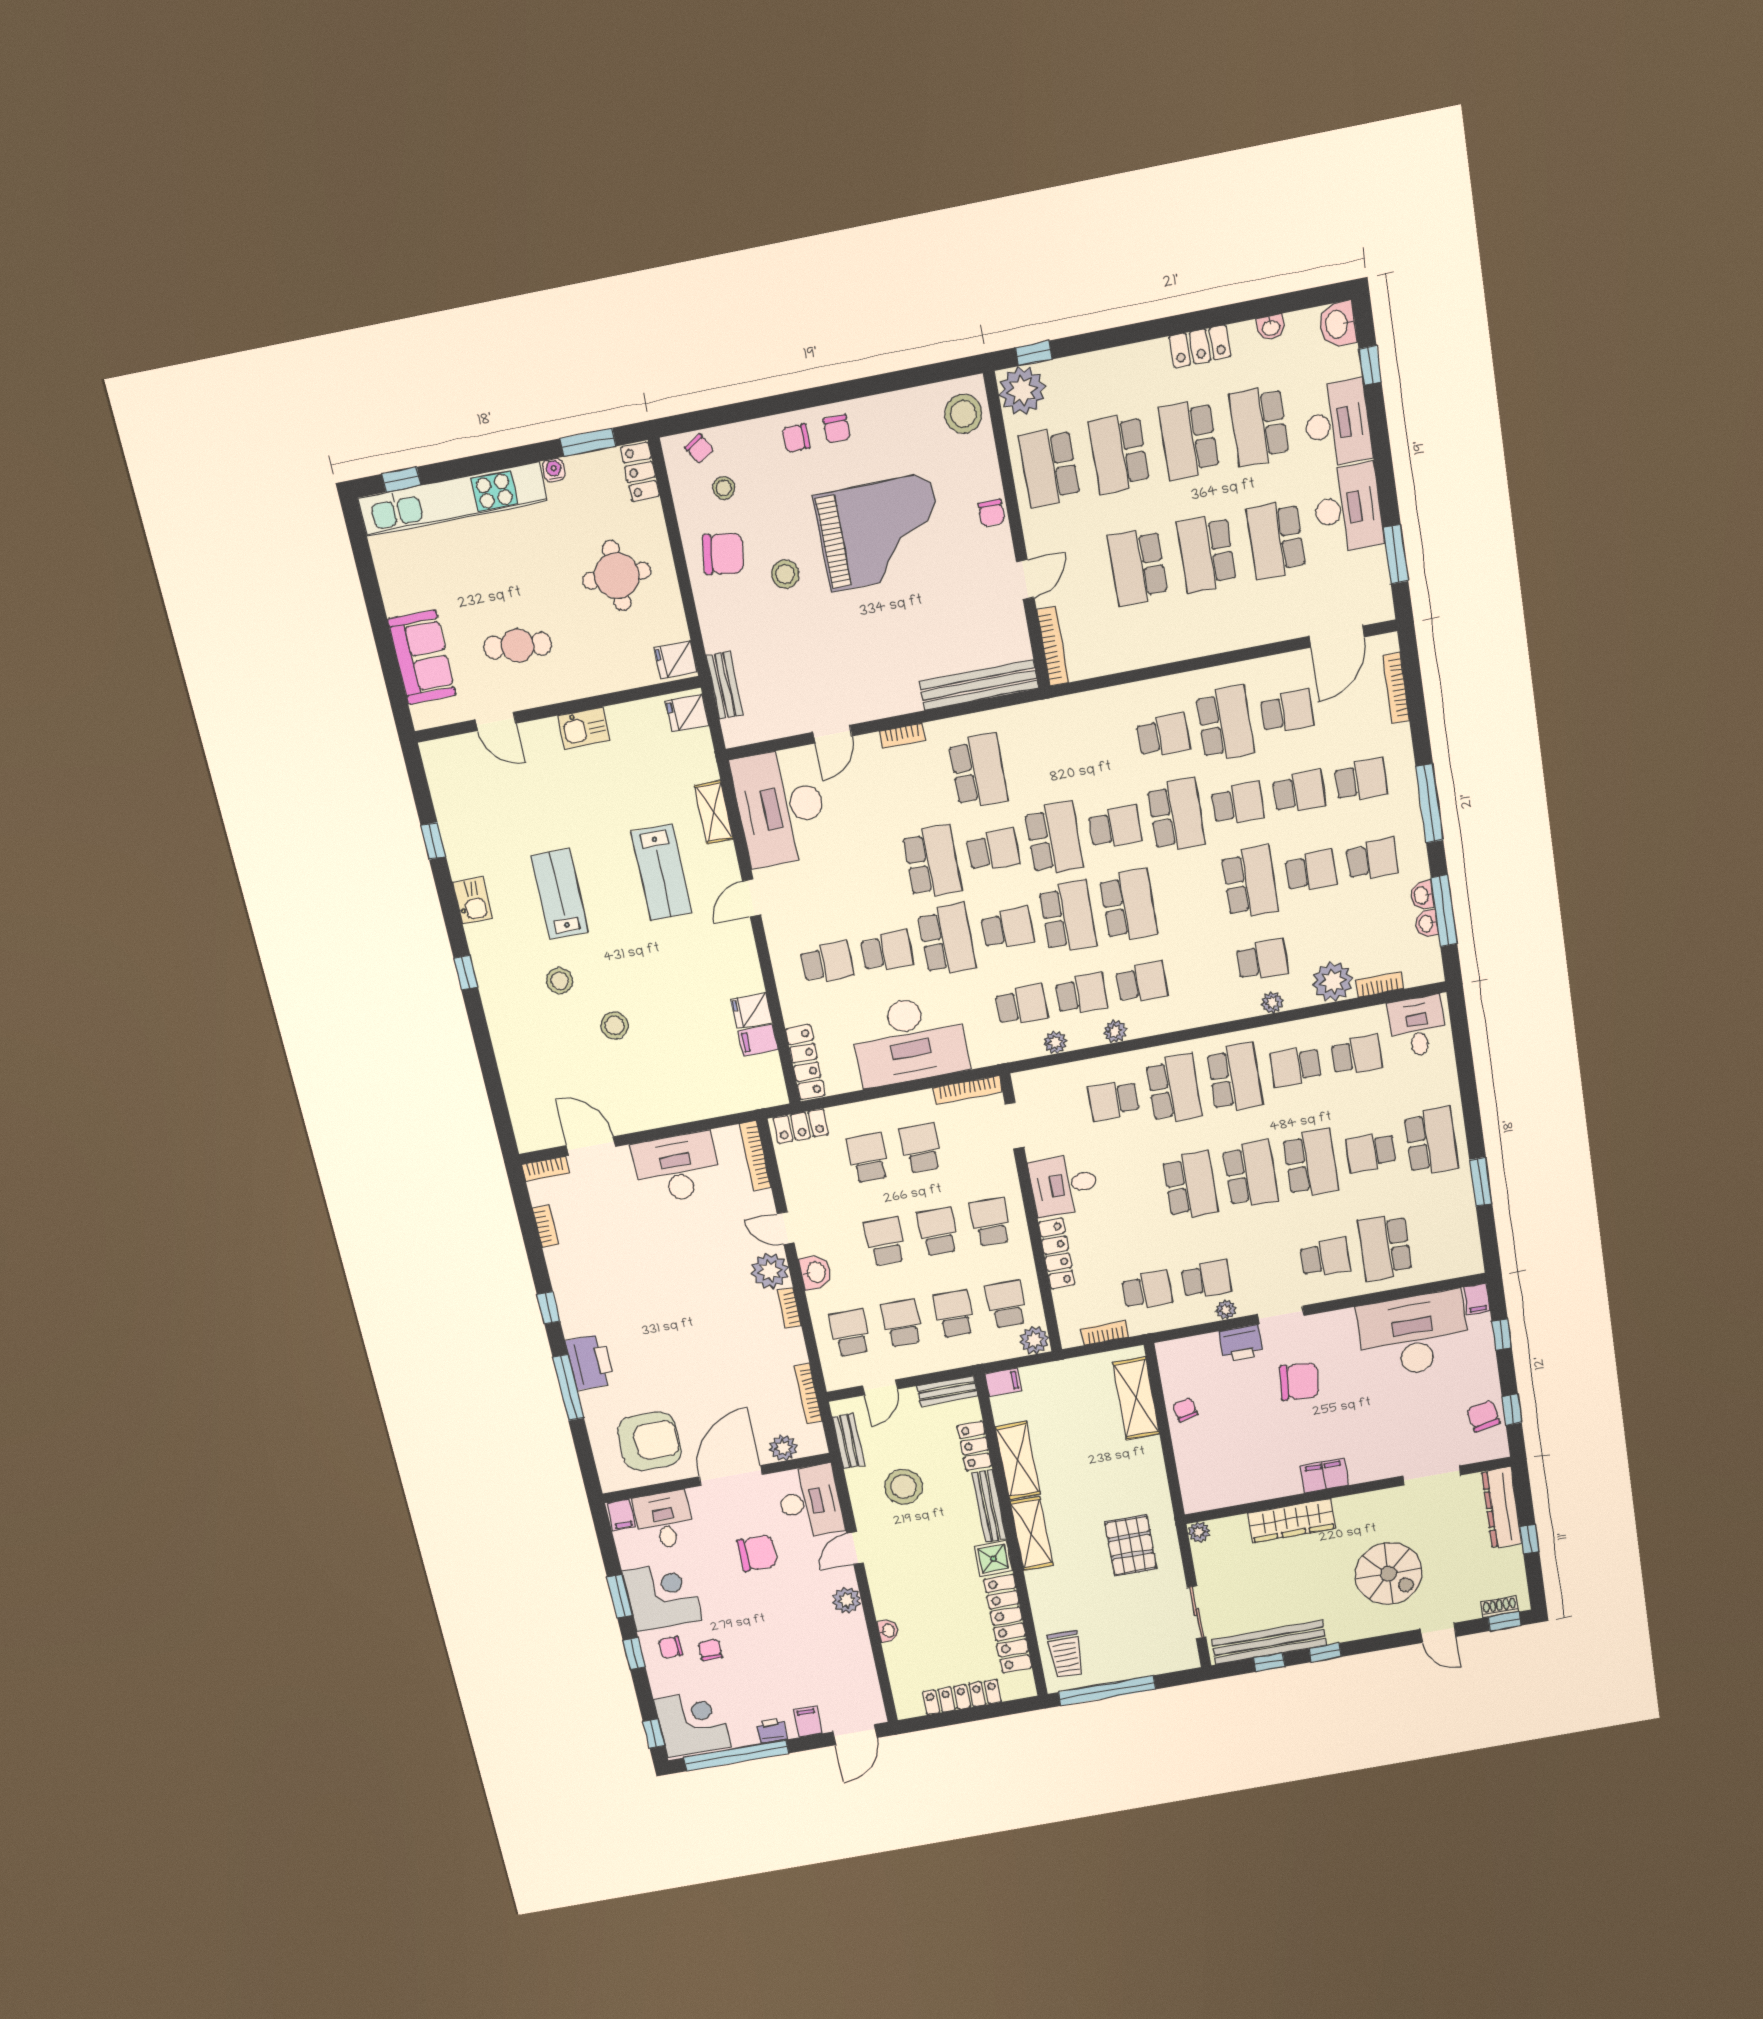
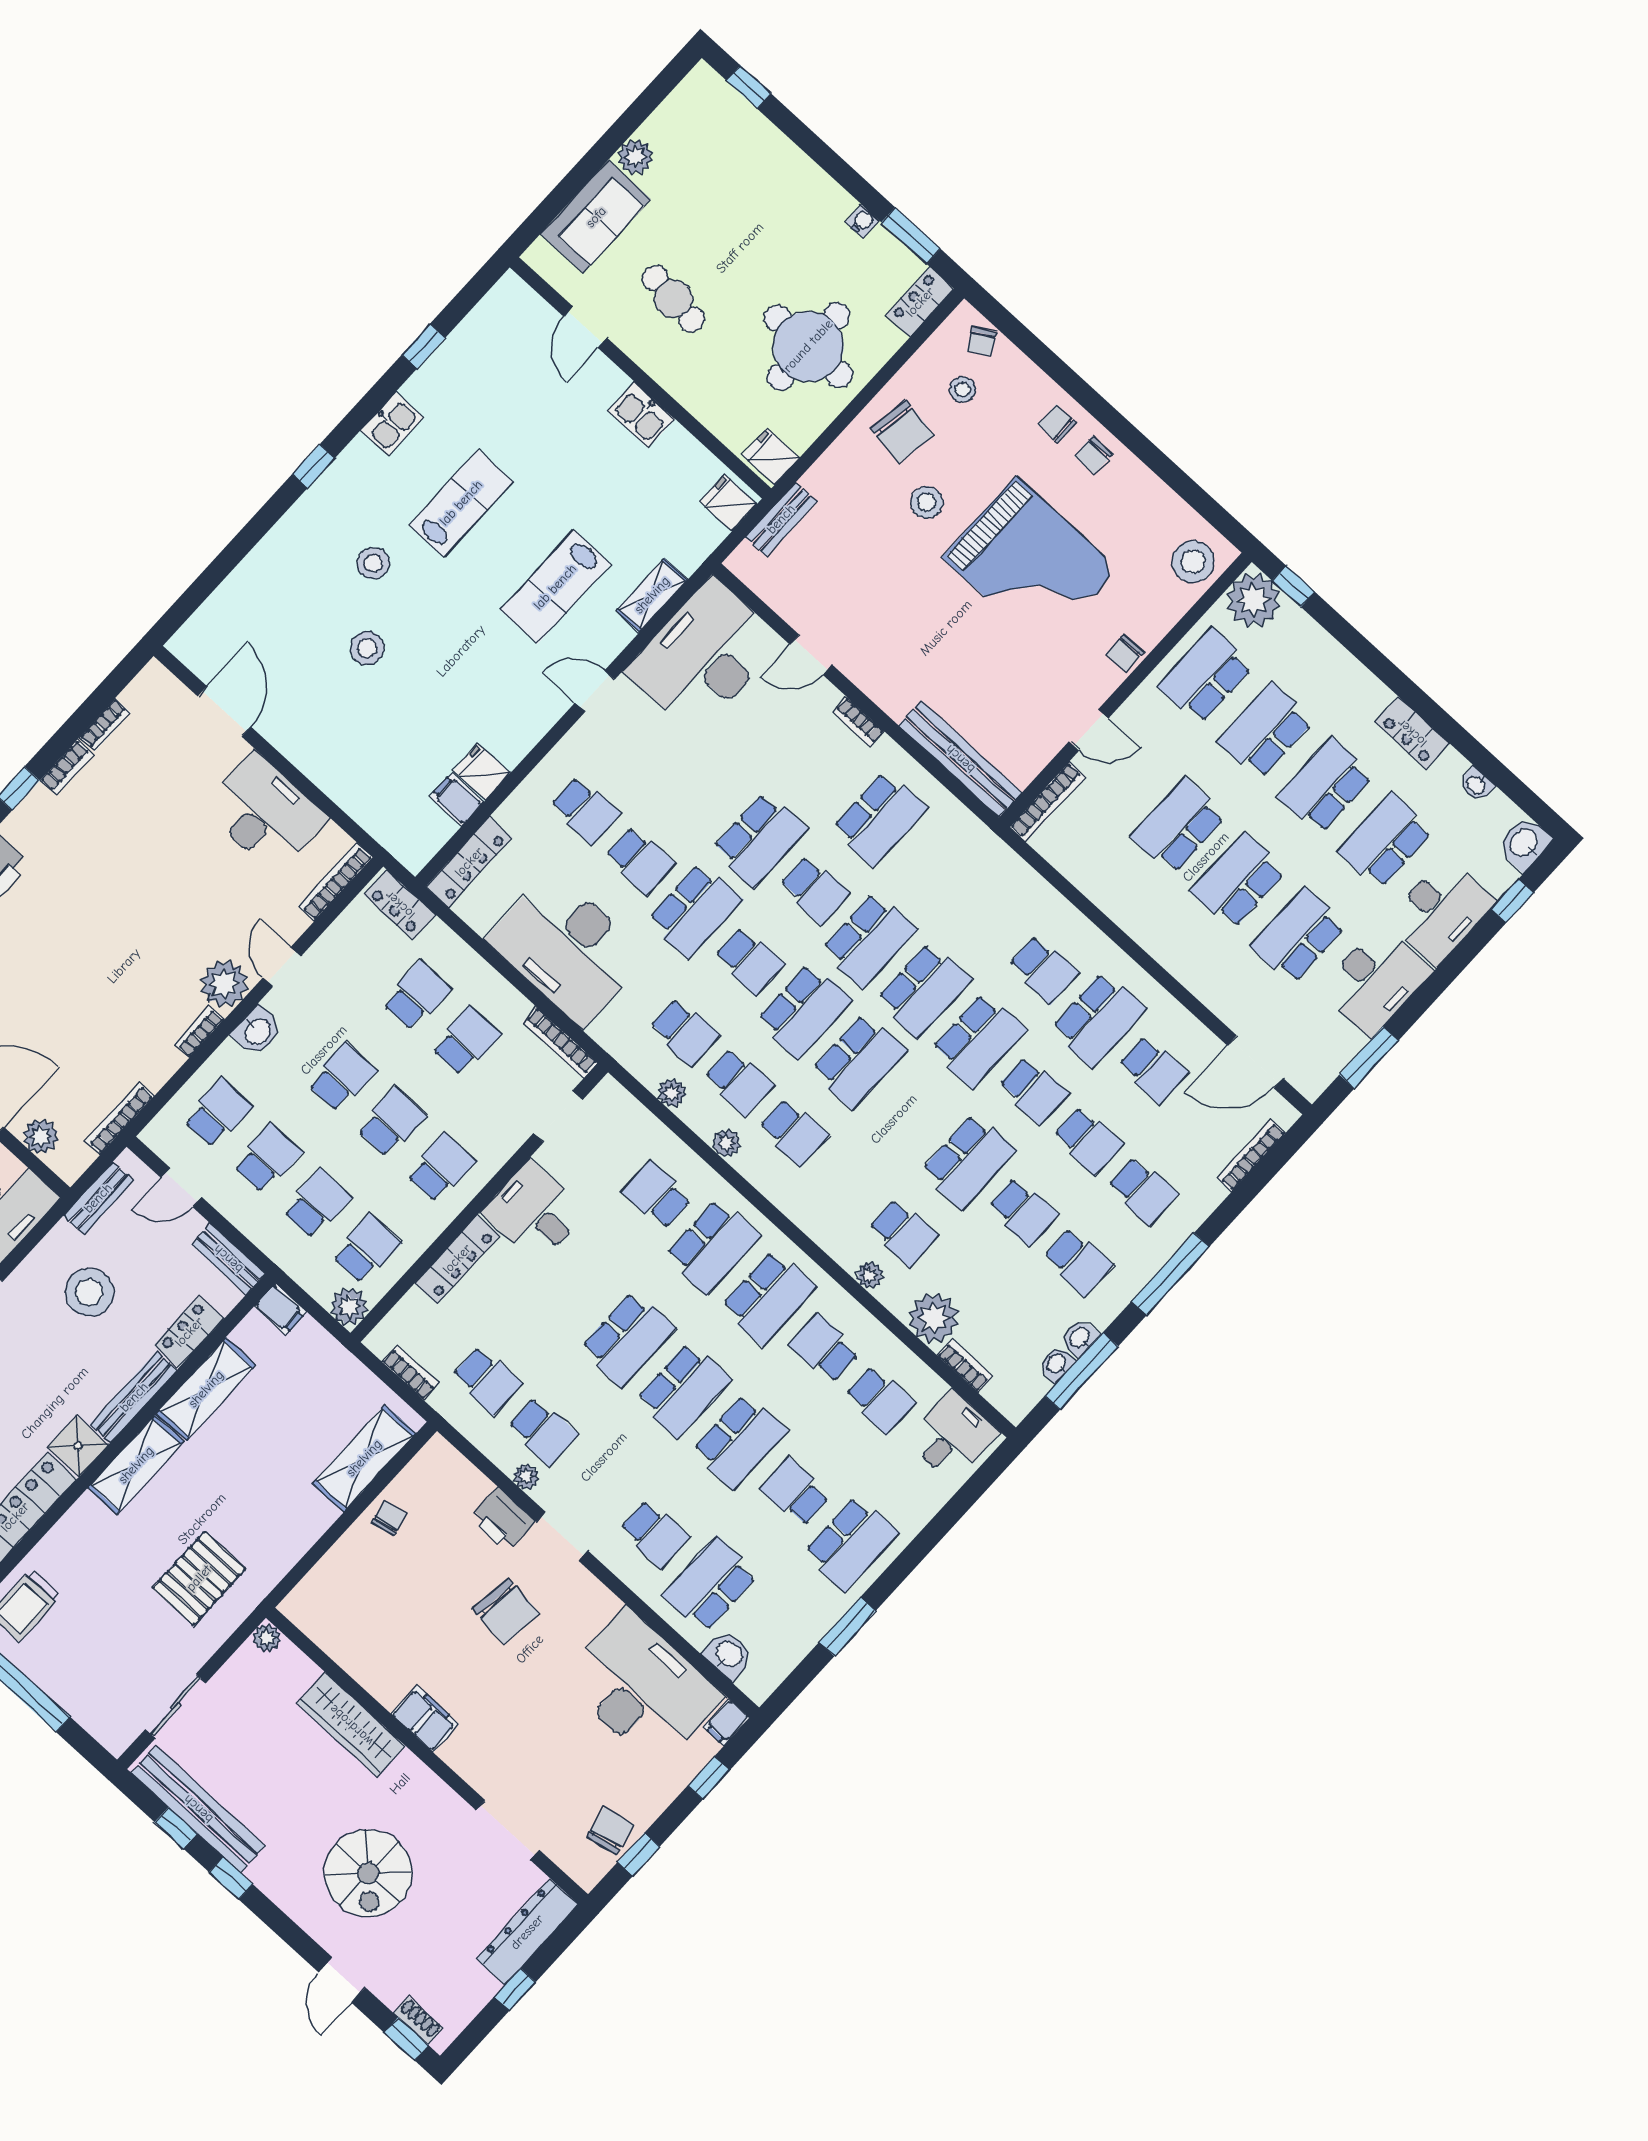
kitchen unit: (453, 499) -> (766, 146), removed
round table: (617, 576) -> (808, 346), width x1.36, depth x1.36
plant: (398, 598) -> (635, 157), added
school desk: (1115, 827) -> (924, 990), width x1.85
bookcase: (546, 1169) -> (67, 767), moved, turned -90
washbasin: (1437, 1268) -> (728, 1655), added

